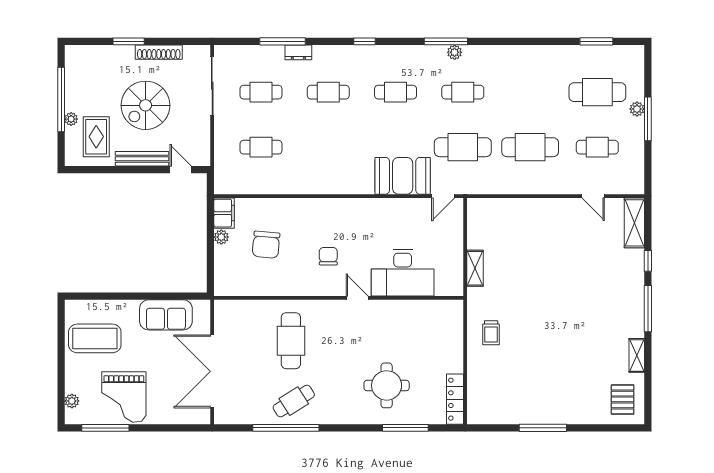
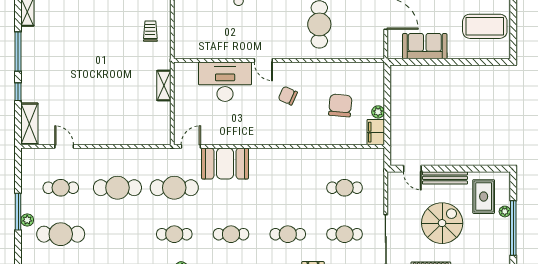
chair: (328, 256) -> (288, 96), turned 114

